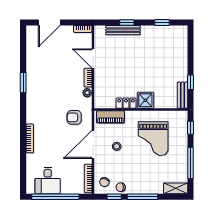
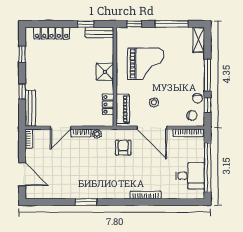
bench: (123, 30) -> (30, 108), moved
locker: (182, 50) -> (52, 33), added
locker: (126, 103) -> (108, 104), moved
armchair: (74, 117) -> (123, 148), turned 180

